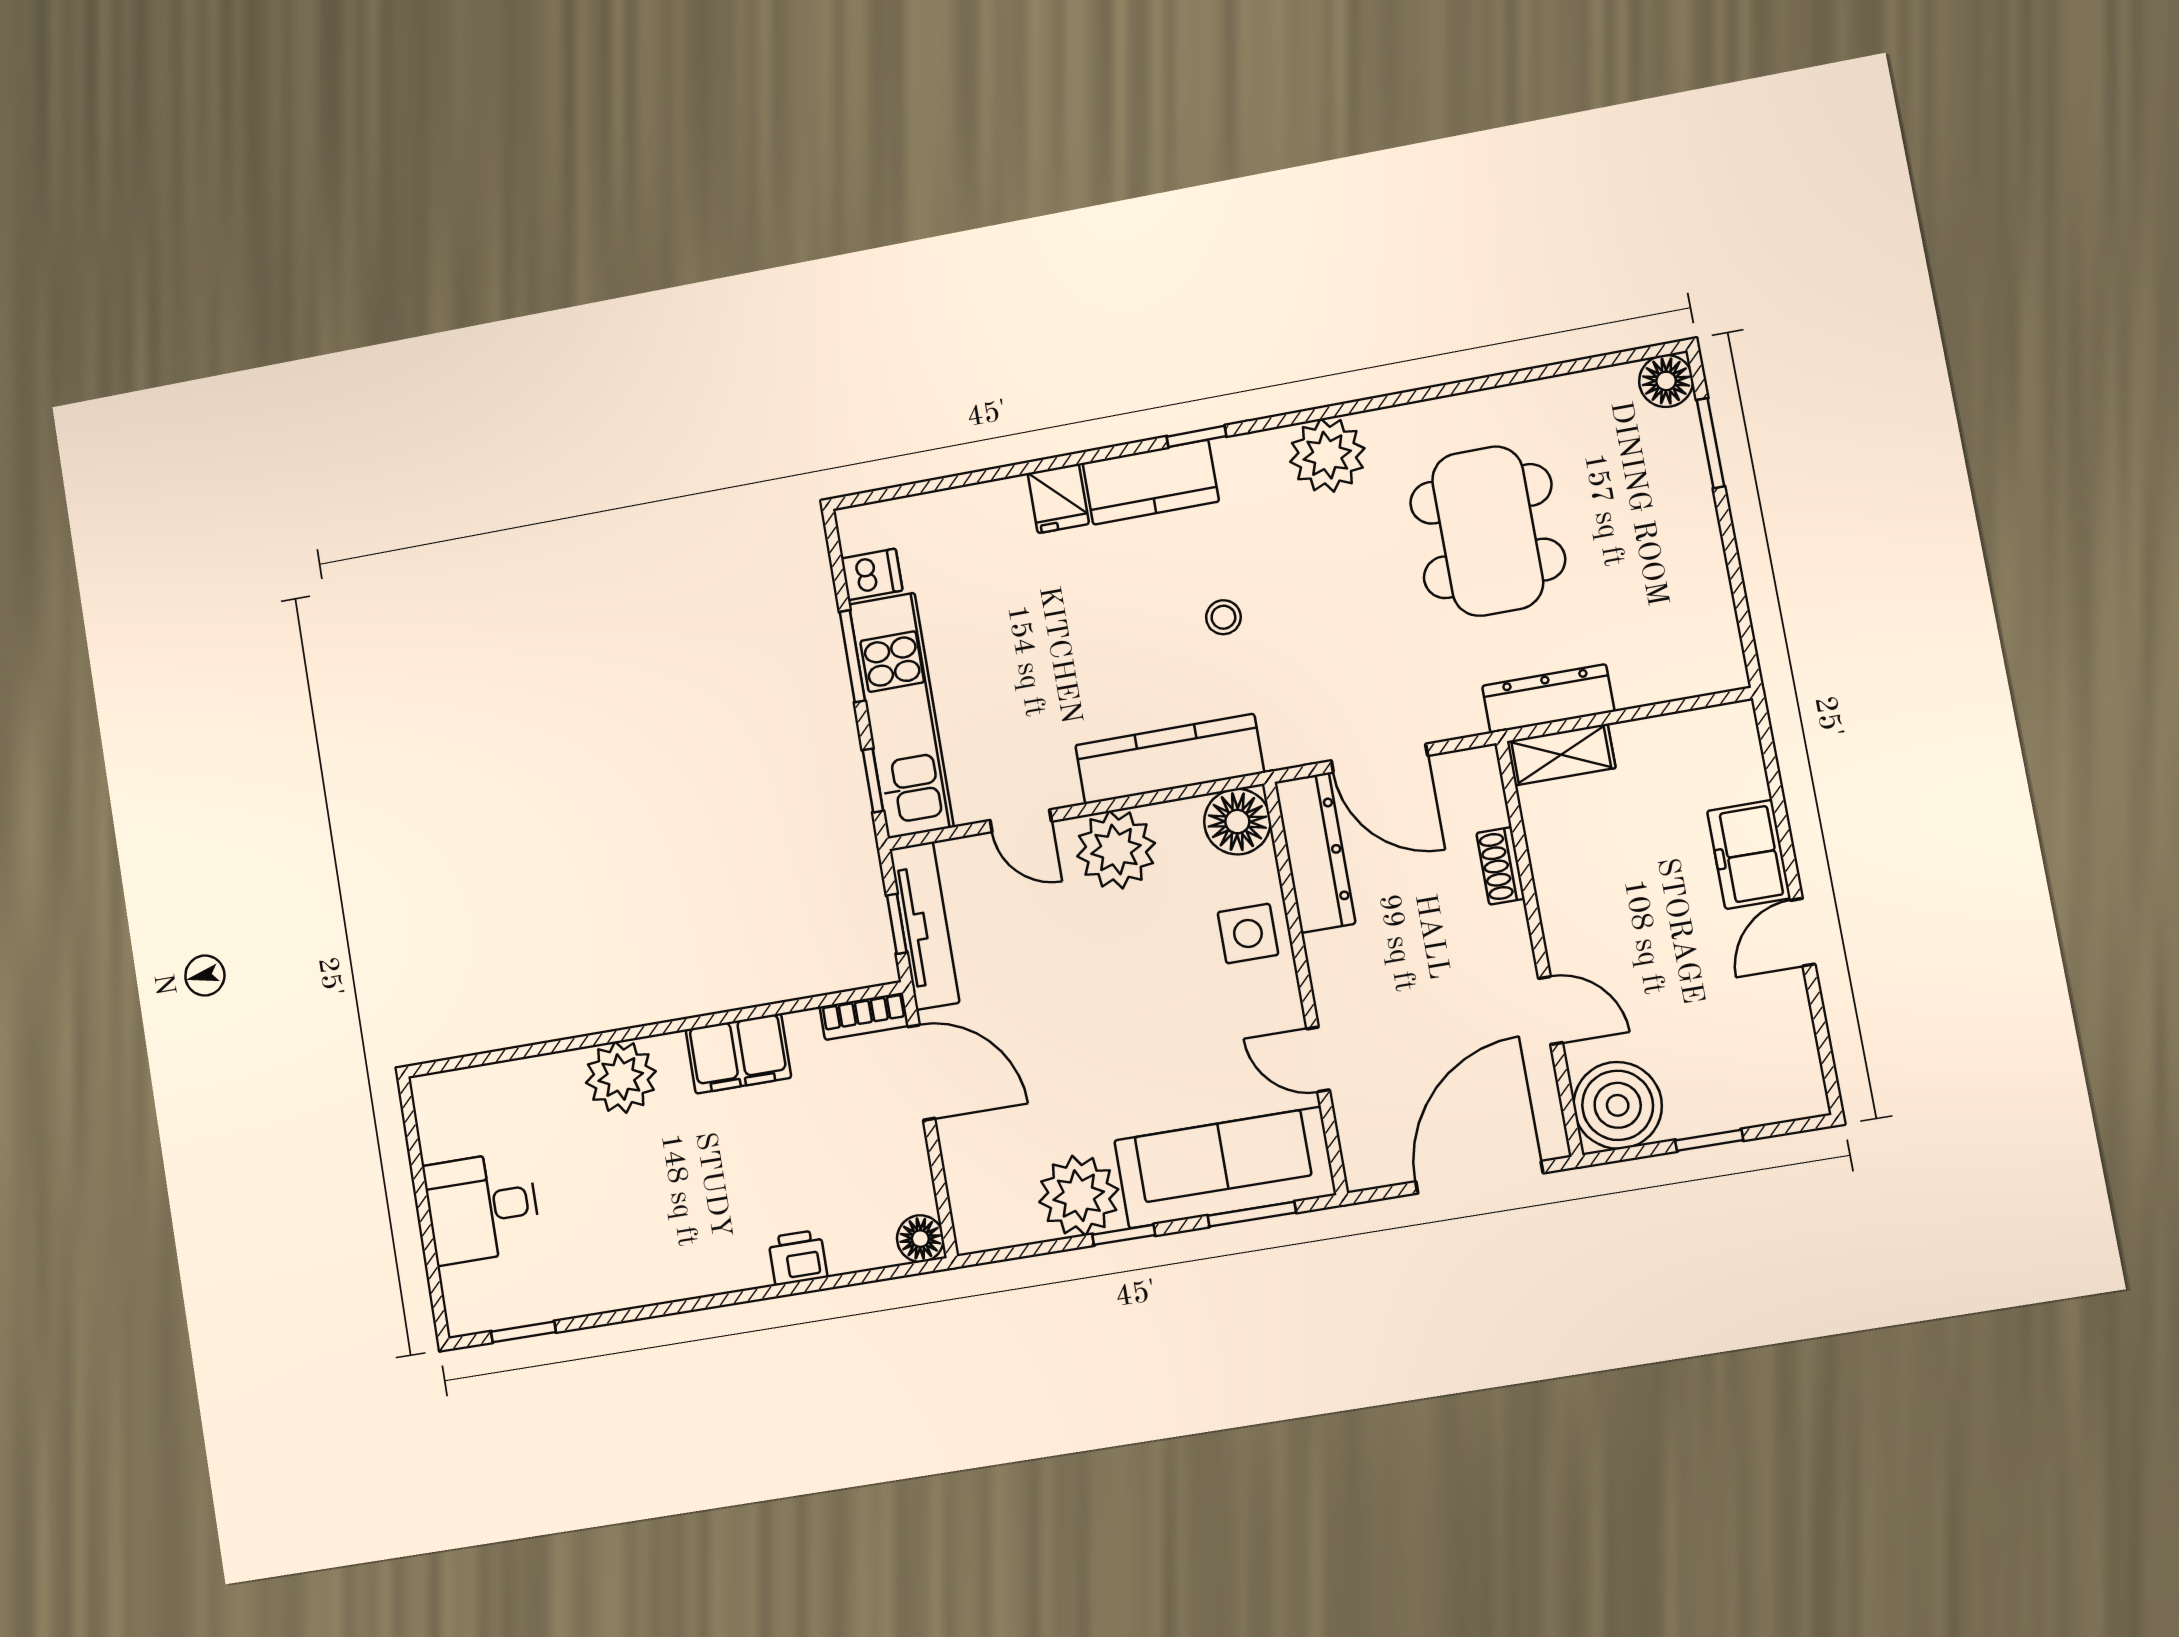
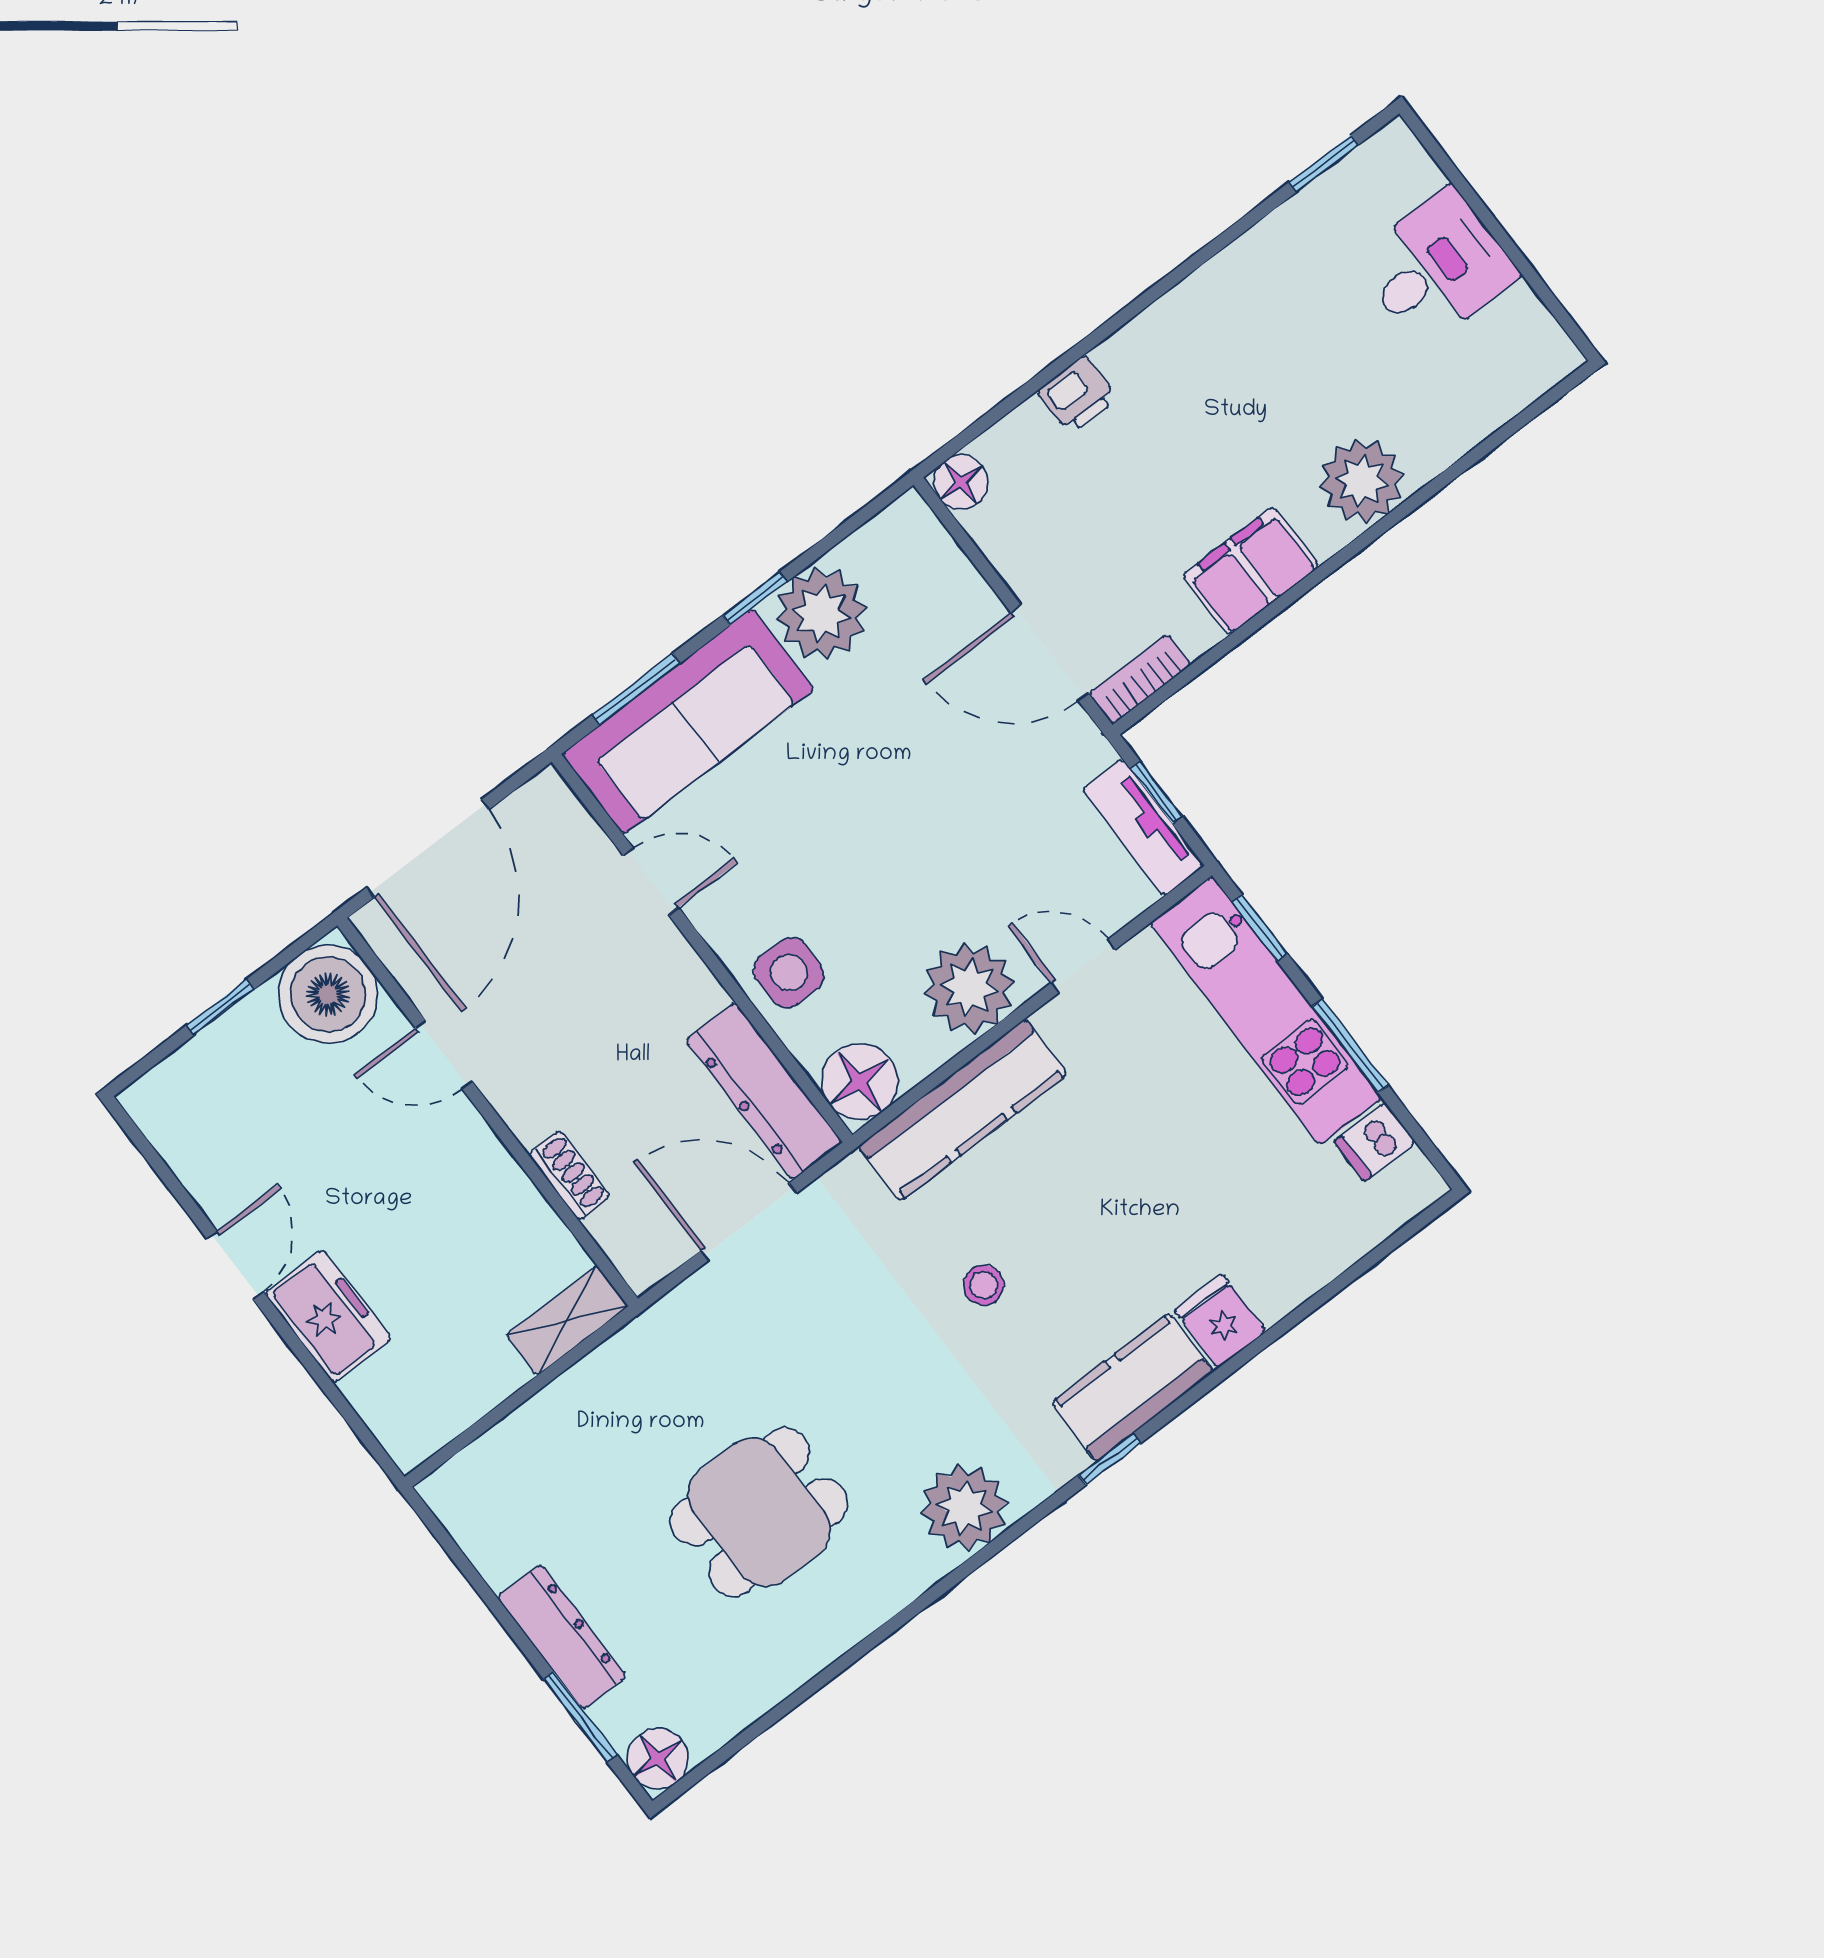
dining table: (1488, 531) -> (759, 1512), width x0.73
dresser: (1548, 699) -> (562, 1637), moved, turned -90
tv unit: (924, 926) -> (1143, 828), width x0.71

